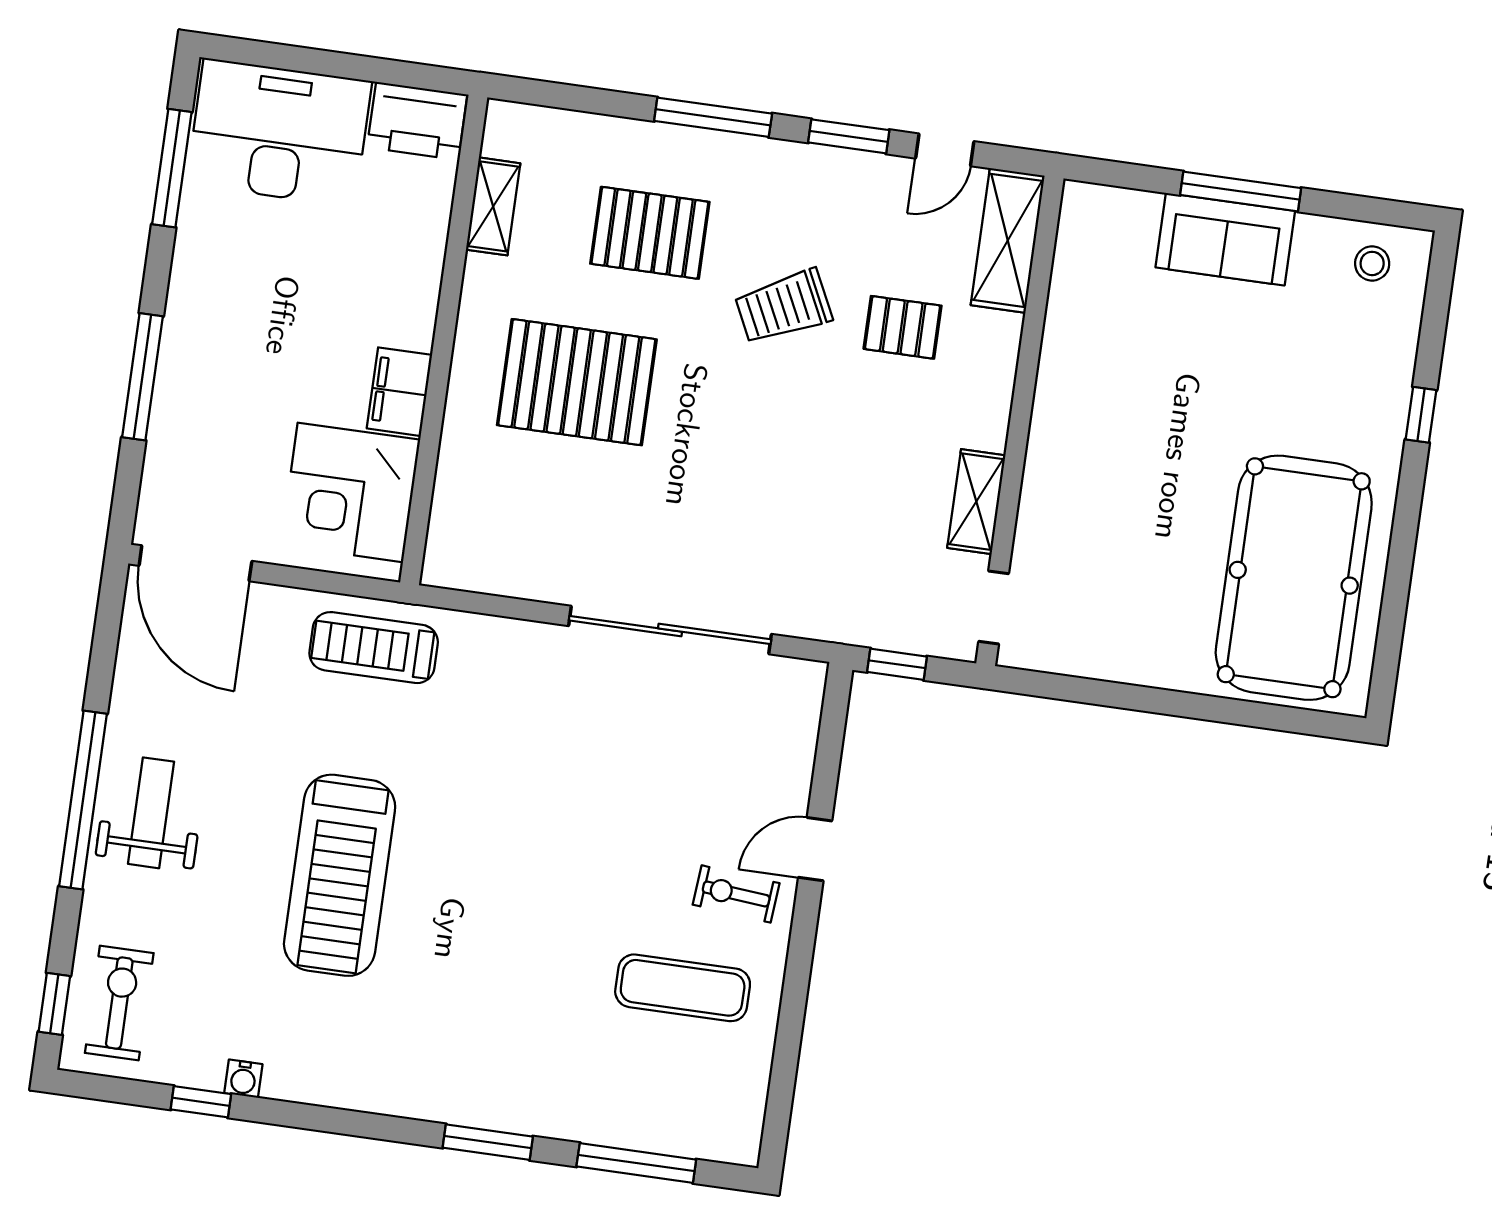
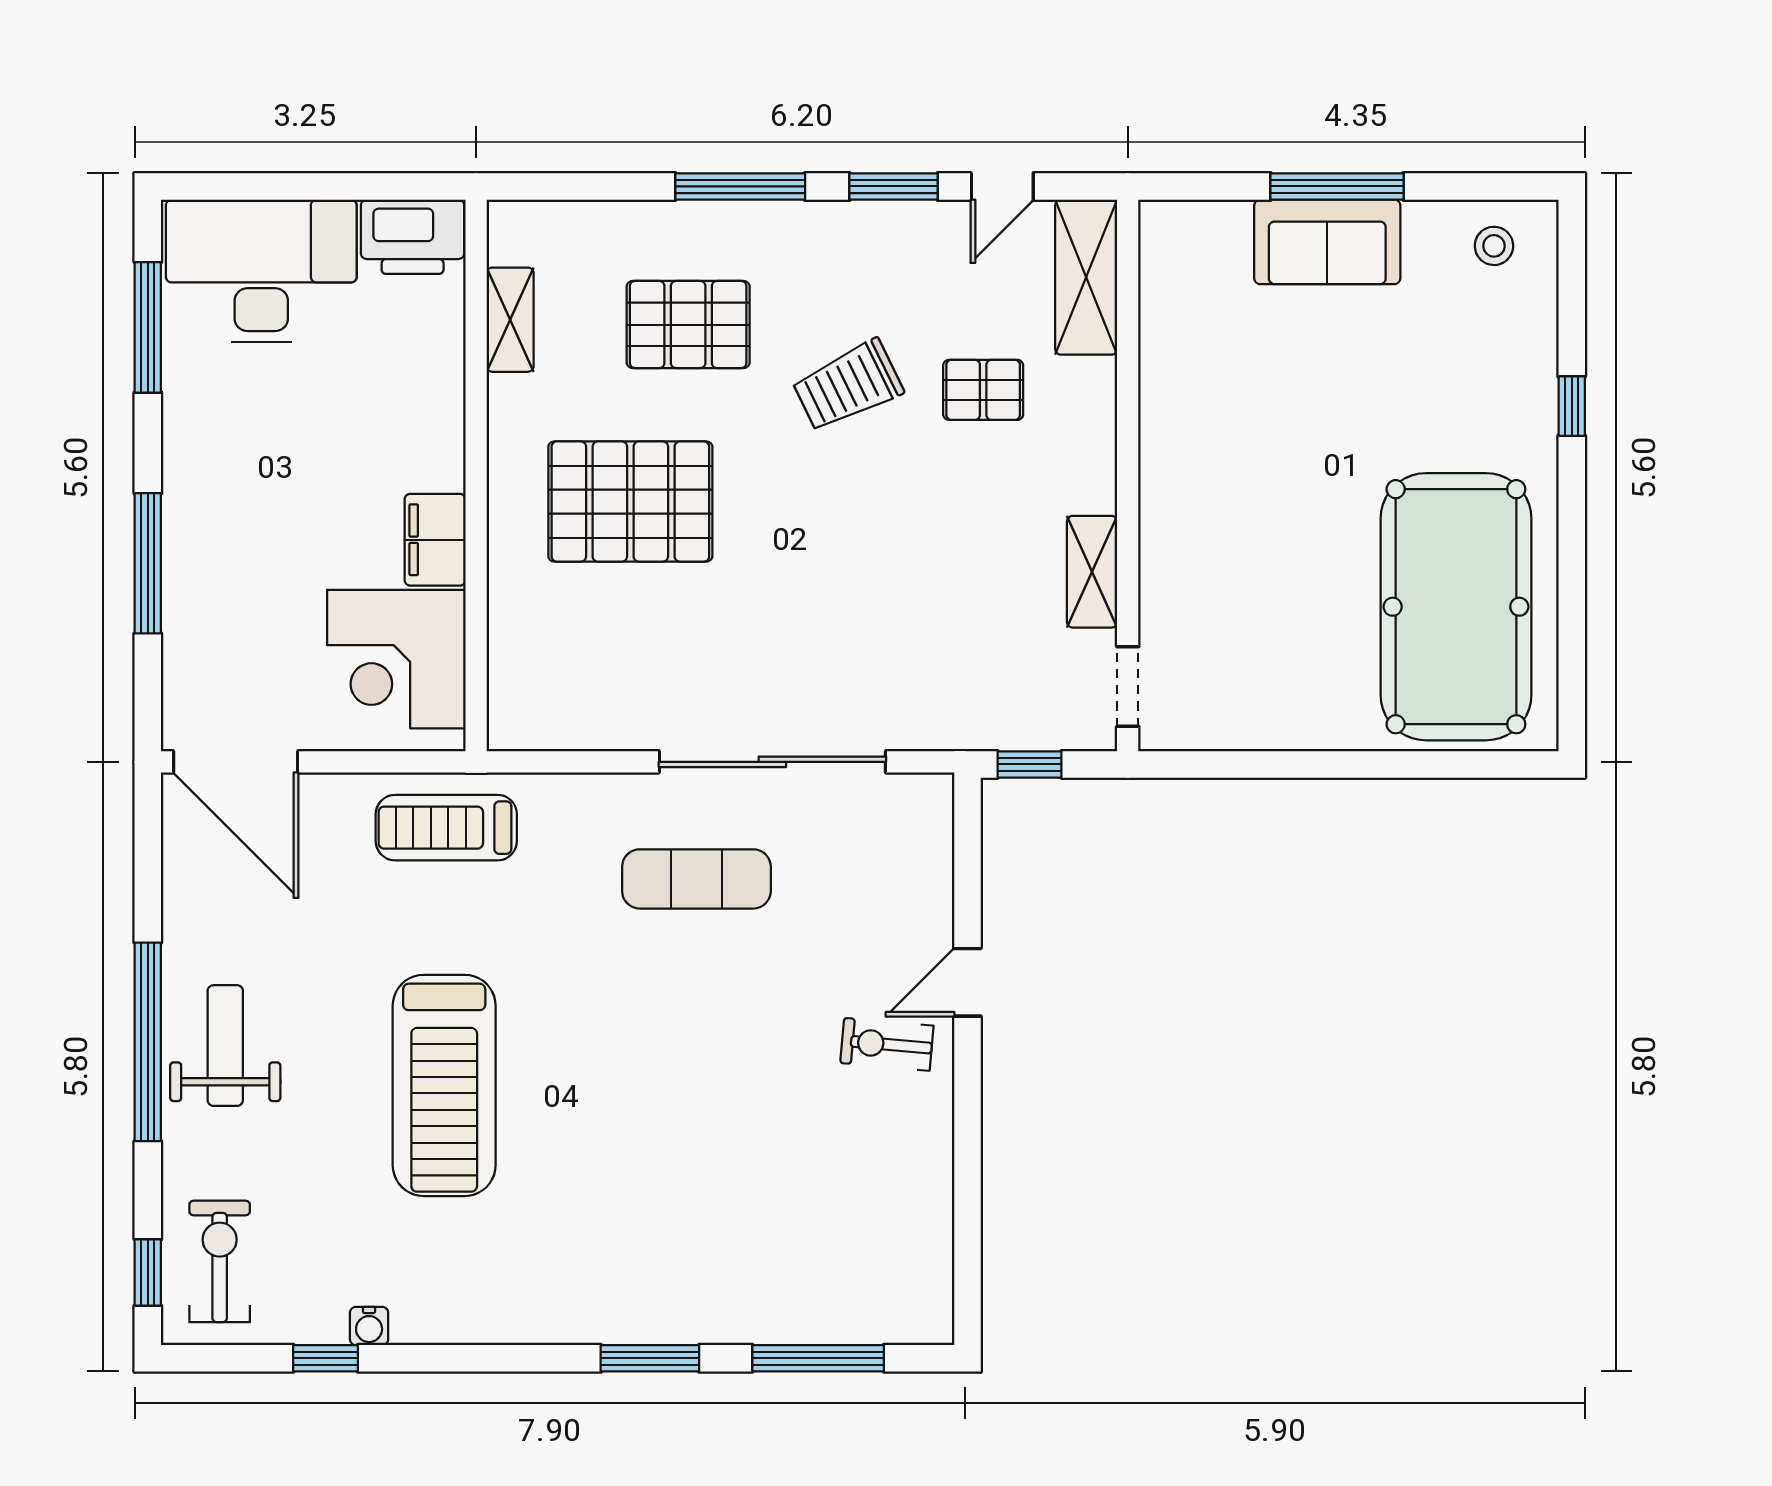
exercise mat: (683, 988) -> (696, 879), moved

